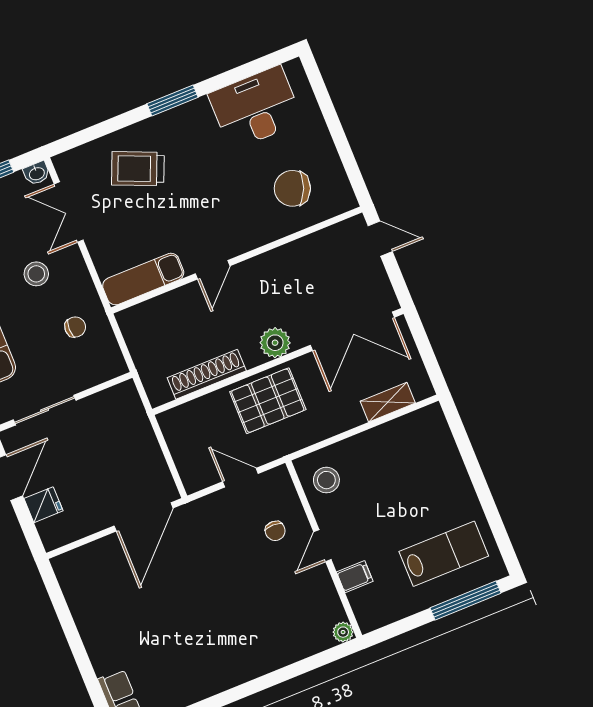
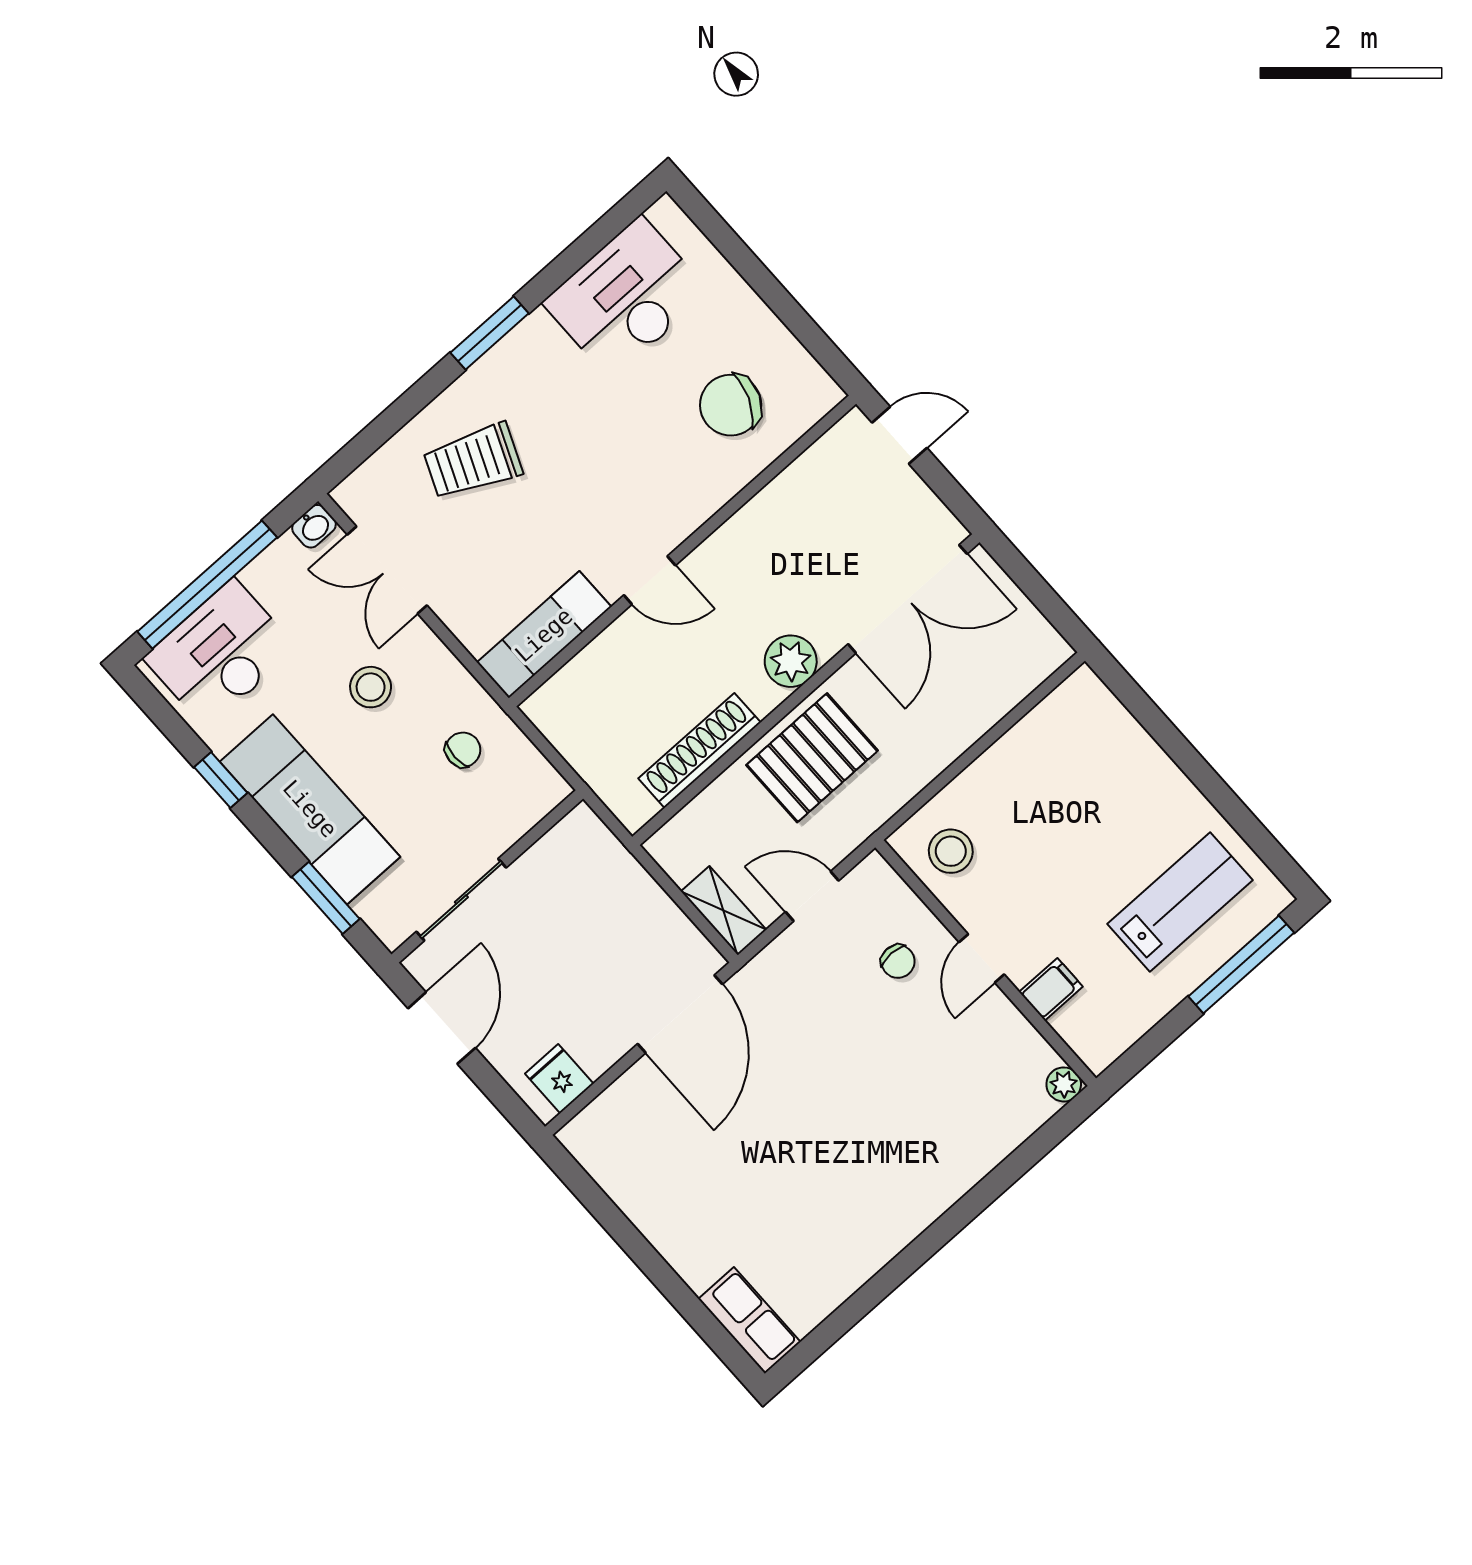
door: (213, 270) -> (650, 580), hinge flipped
shelving: (388, 402) -> (724, 911), moved, turned 90
fridge: (43, 505) -> (559, 1079), moved, turned -90

